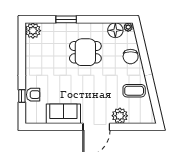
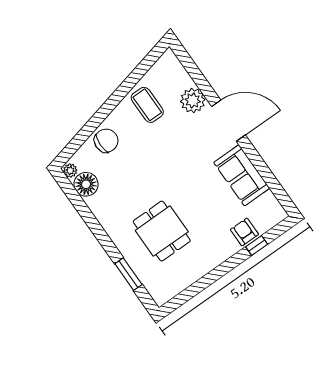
window: (66, 19) -> (128, 274), moved
plant: (33, 31) -> (162, 291), removed
dining table: (85, 52) -> (162, 231), moved

